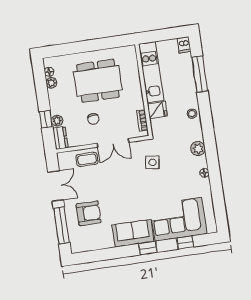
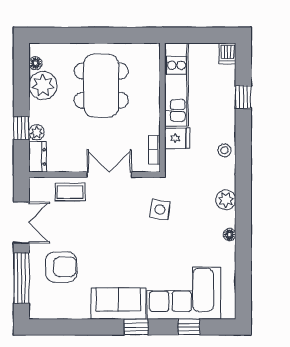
window: (200, 74) -> (243, 97), width x0.46
dining table: (98, 81) -> (101, 86), turned 90
plant: (51, 83) -> (43, 85), width x1.88, depth x1.88
chair: (93, 119) -> (87, 137), removed
double door: (113, 143) -> (109, 174), swing flipped

